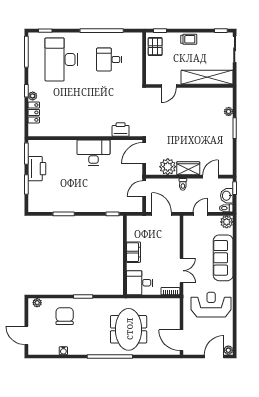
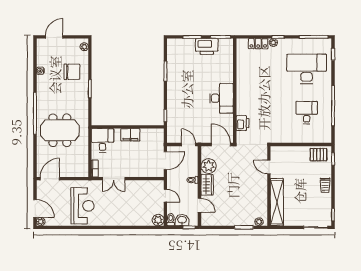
shelving: (207, 77) -> (277, 202), moved
door: (169, 86) -> (269, 167), moved
wall: (189, 86) -> (269, 186), moved
sofa: (223, 258) -> (125, 217), removed

